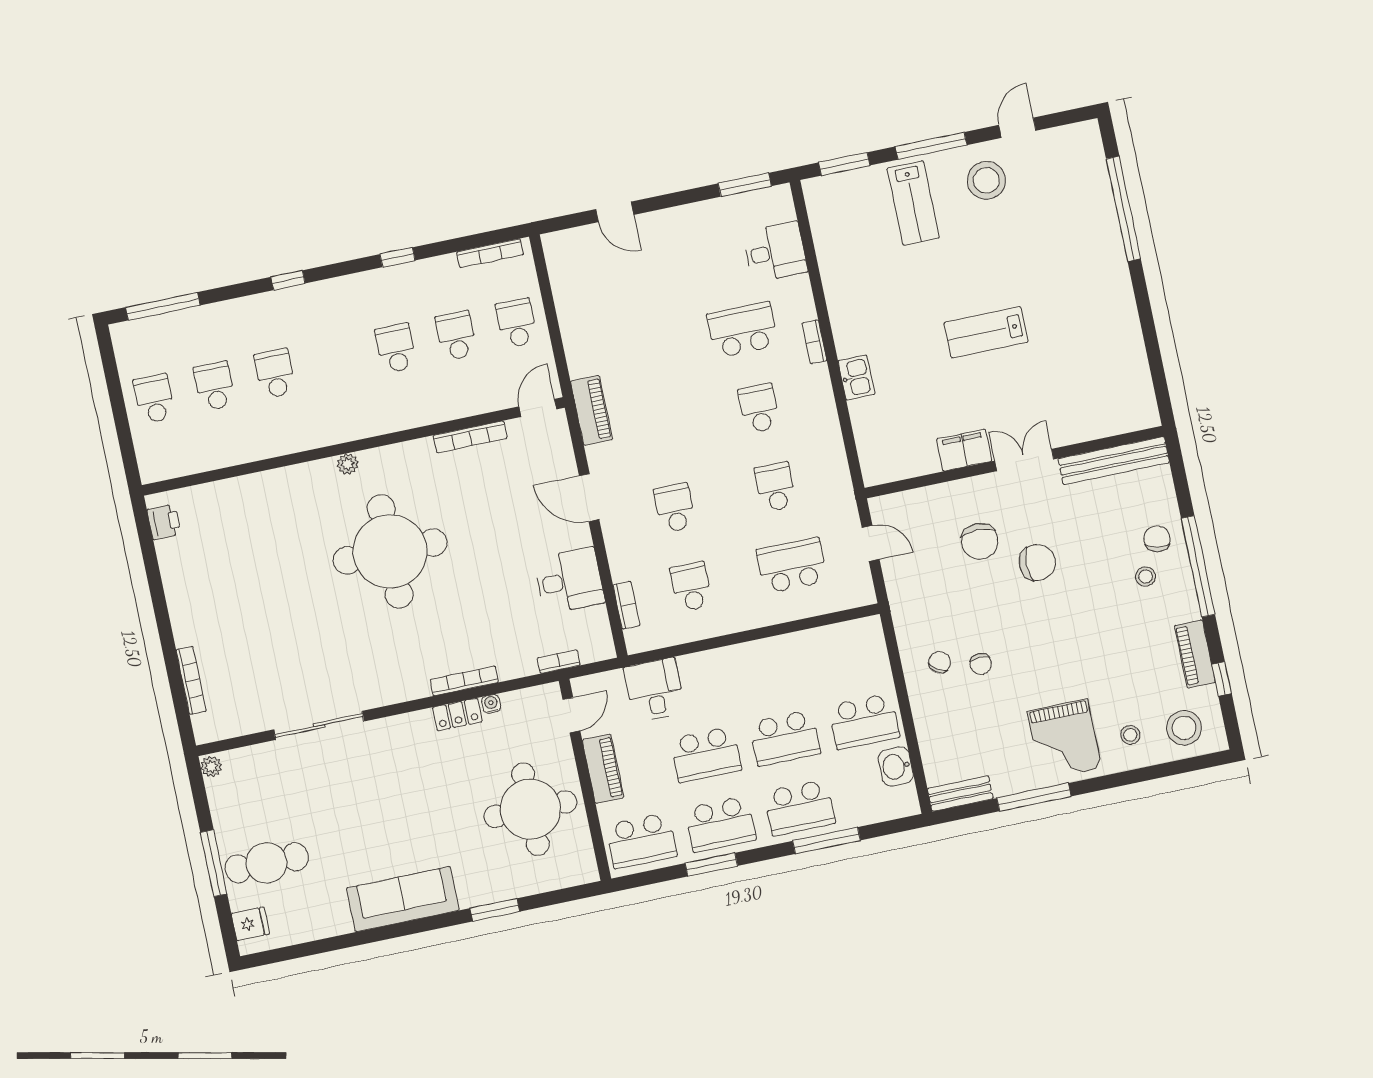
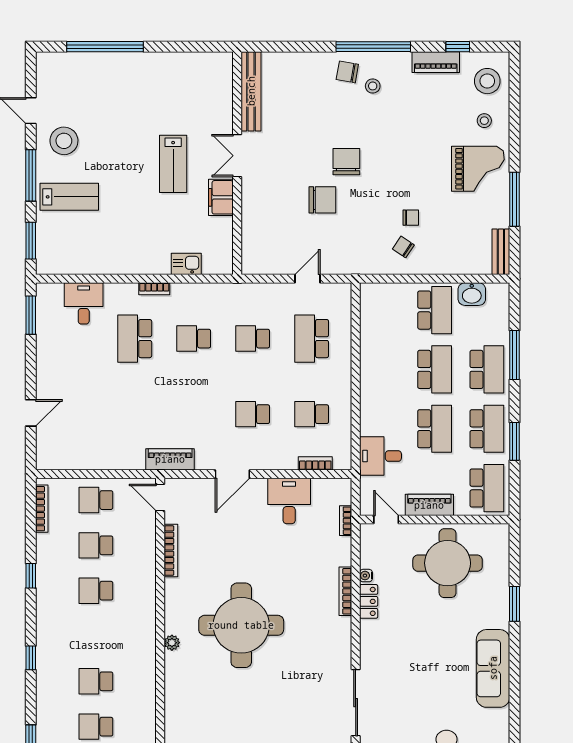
filing cabinet: (964, 450) -> (221, 197), moved
double door: (1024, 460) -> (237, 156), moved
bench: (1114, 461) -> (251, 91), moved
wall: (1014, 462) -> (237, 163), moved

